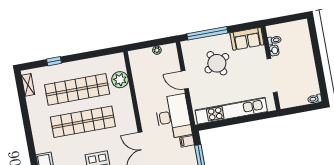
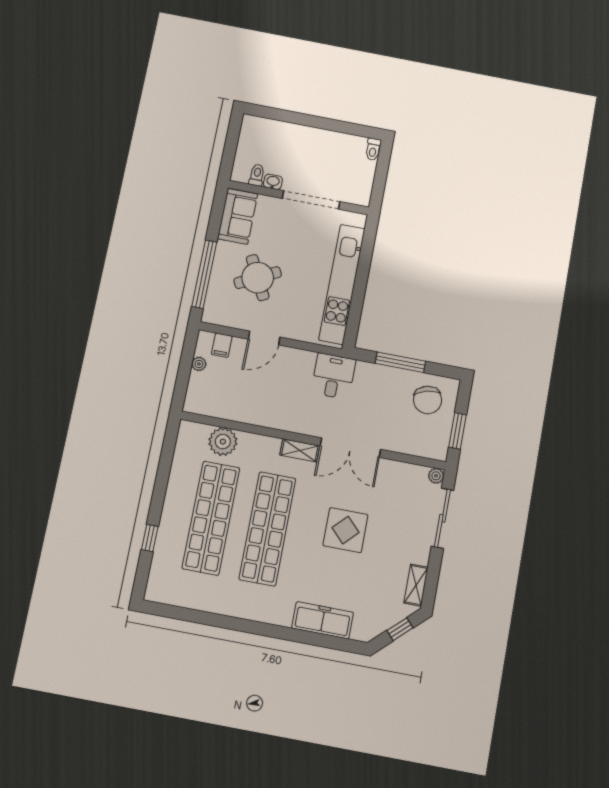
shelving: (28, 85) -> (300, 450), moved
desk: (173, 117) -> (333, 376), width x0.53, depth x0.77
filing cabinet: (187, 141) -> (222, 345), moved

